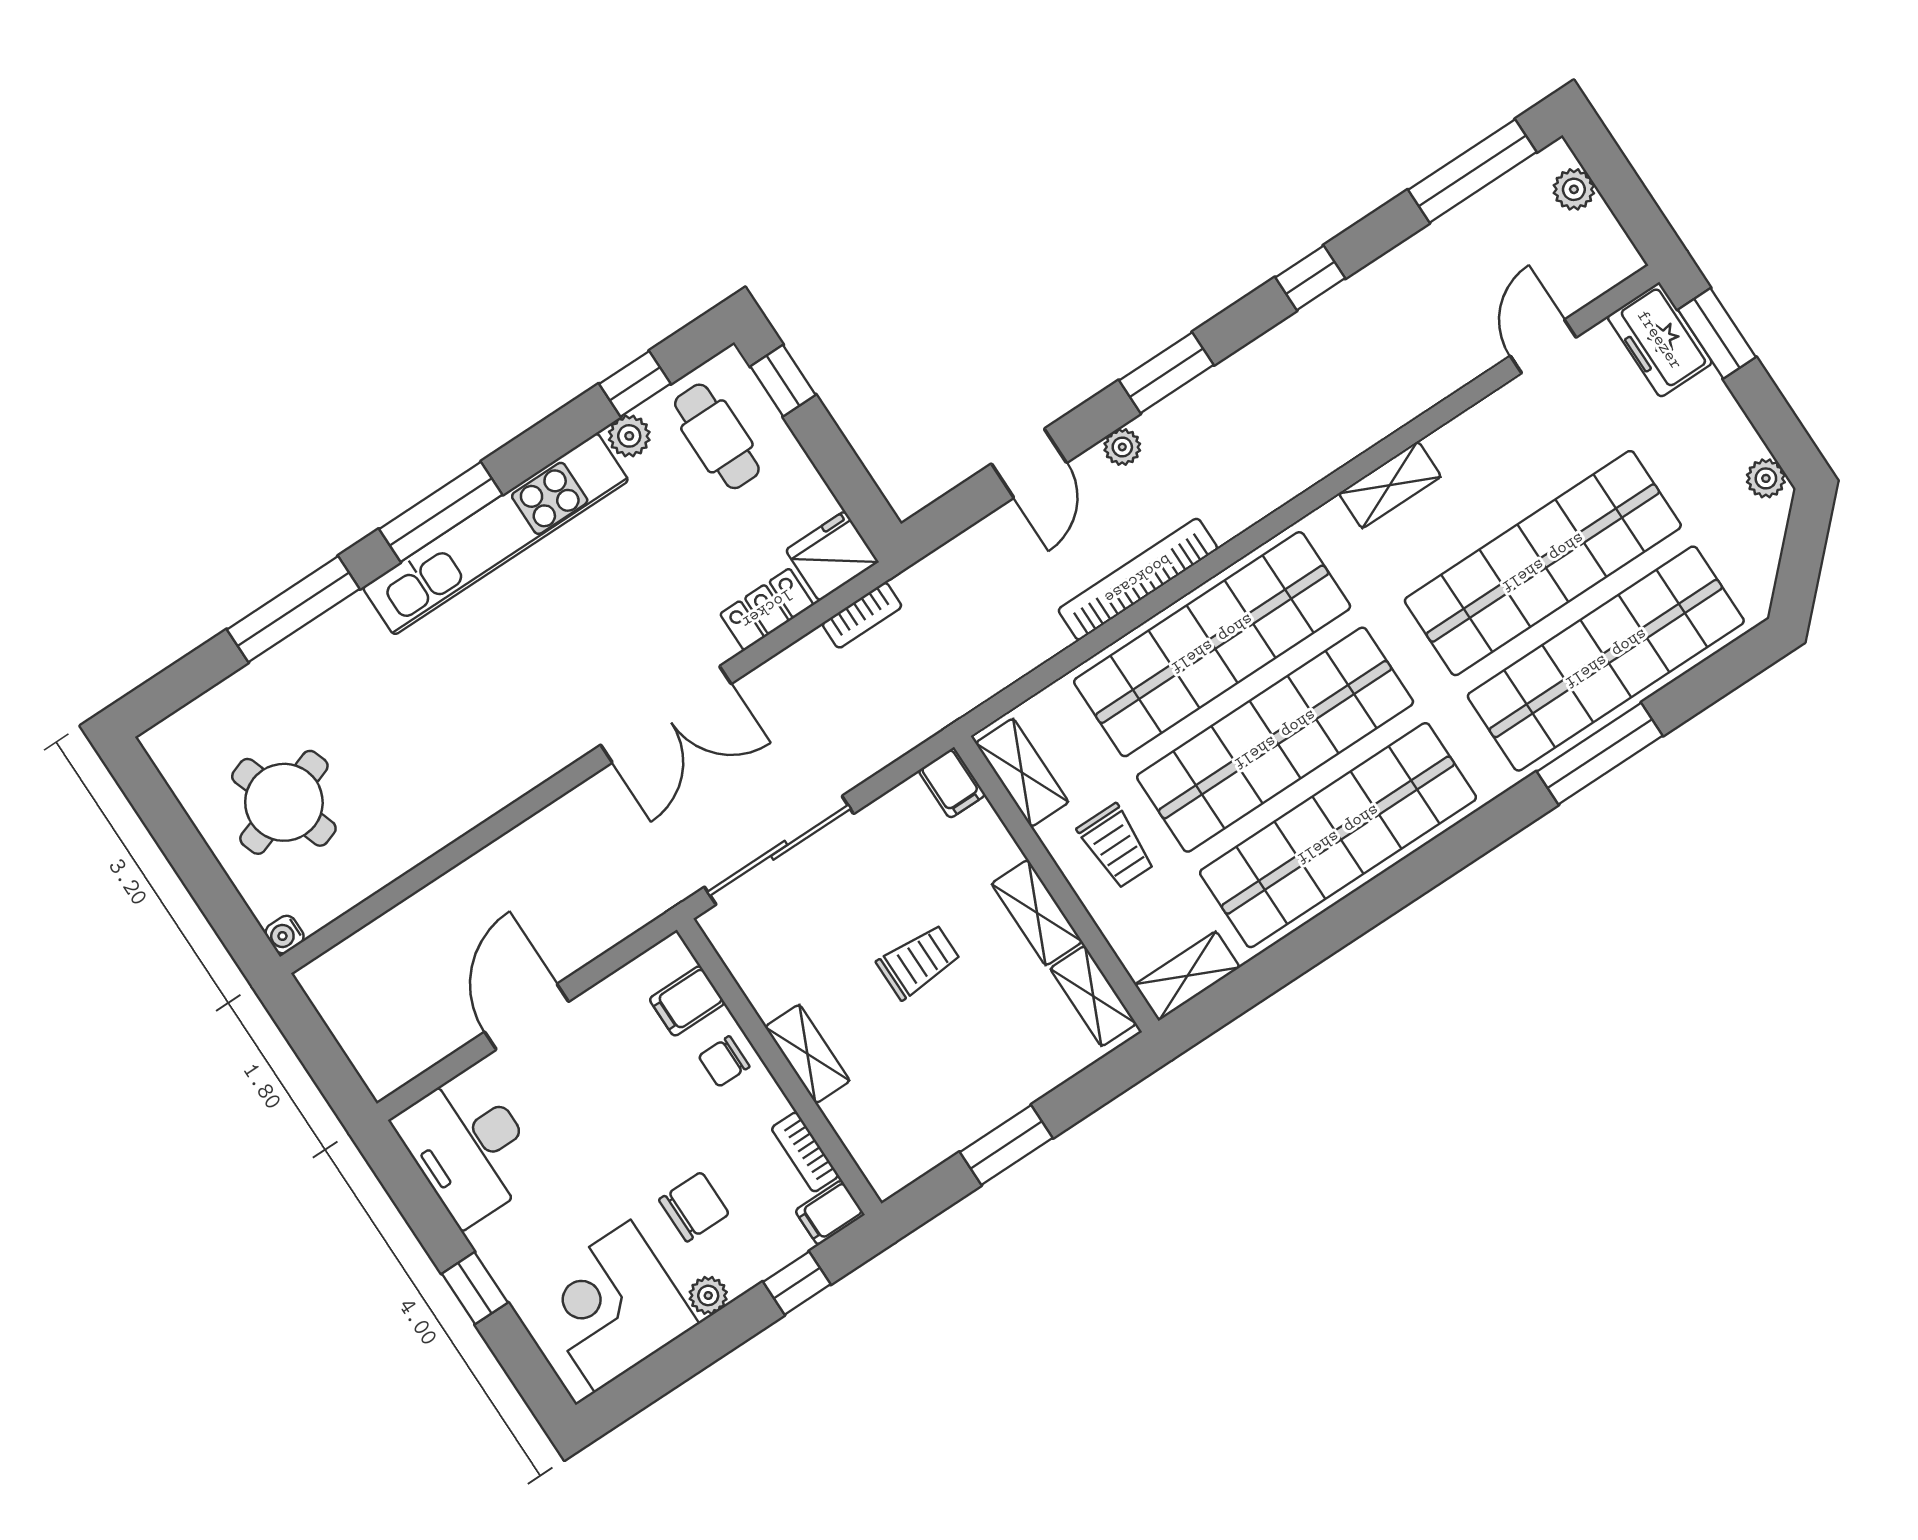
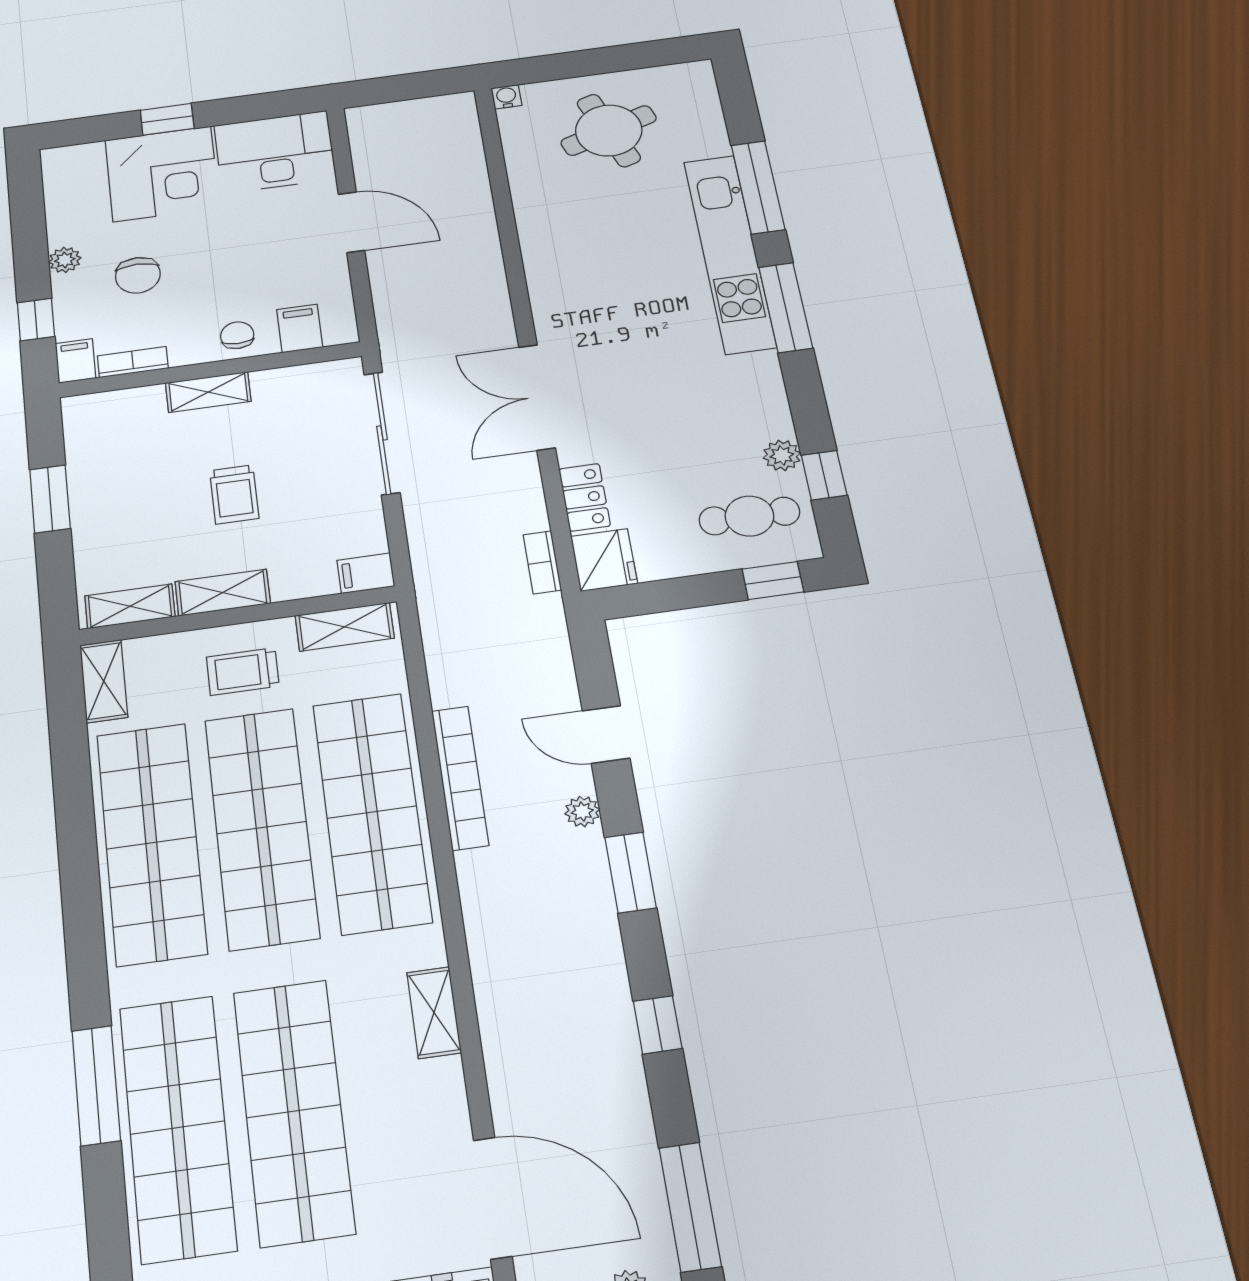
door: (1543, 347) -> (493, 1198), width x1.87
kitchen unit: (496, 534) -> (730, 253), moved
corner desk: (613, 1306) -> (162, 174), moved, turned 90

